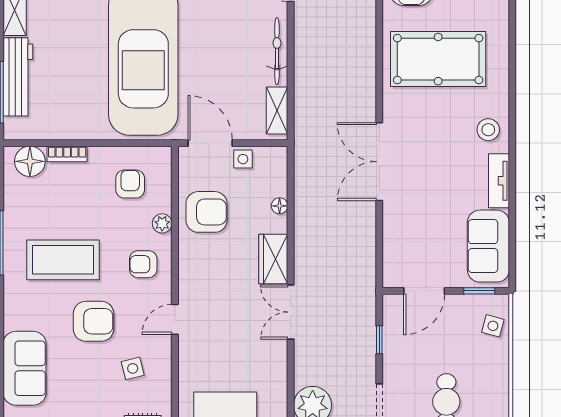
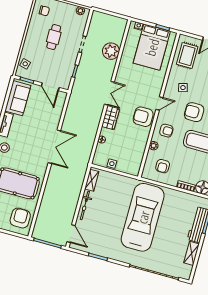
door: (210, 143) -> (124, 174), removed
armchair: (207, 212) -> (143, 117), moved
door: (424, 291) -> (50, 87), swing flipped

